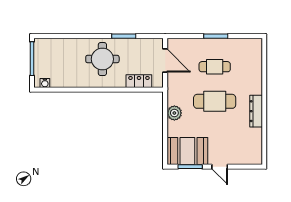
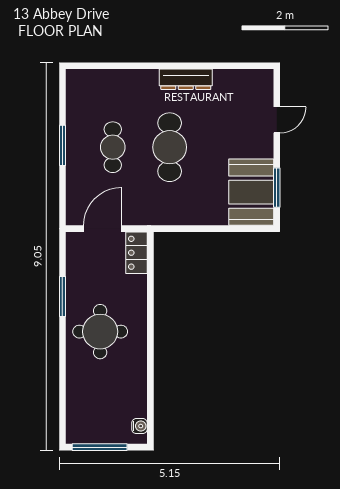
locker: (139, 81) -> (137, 253), moved
plant: (174, 113) -> (189, 213), removed
door: (220, 167) -> (277, 120), moved

